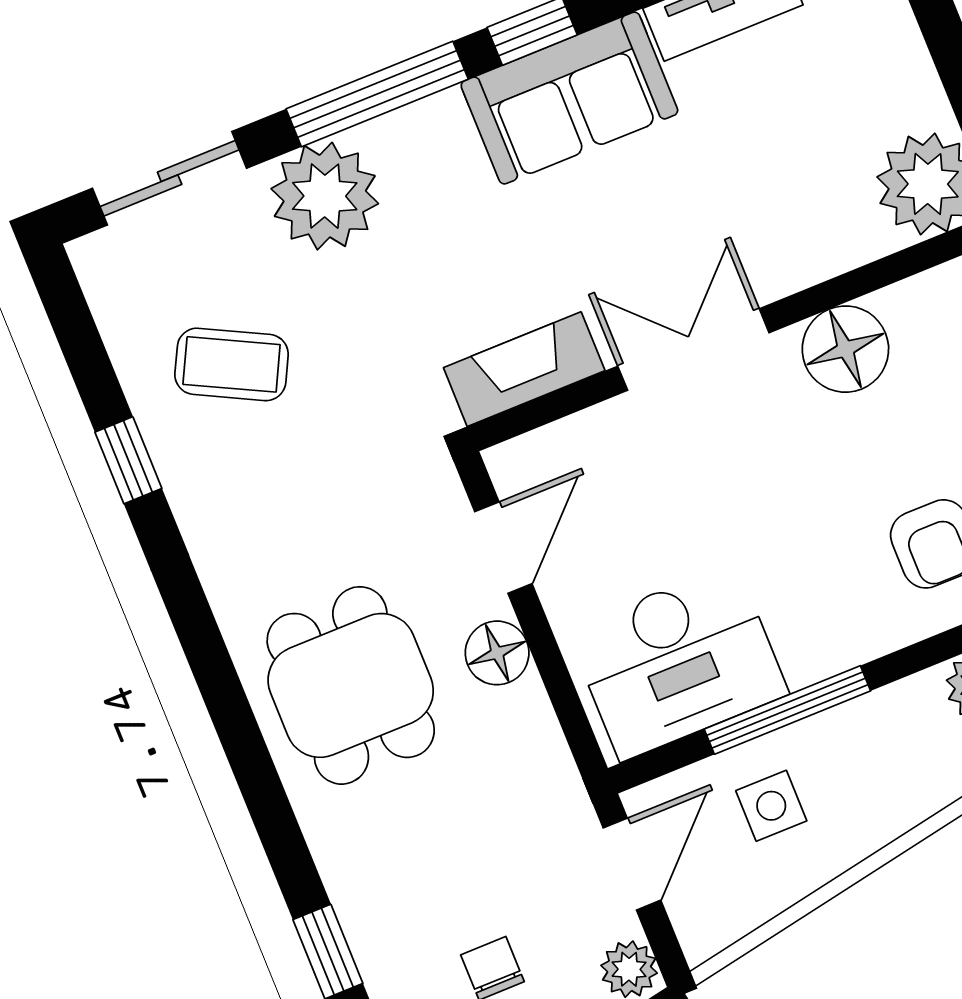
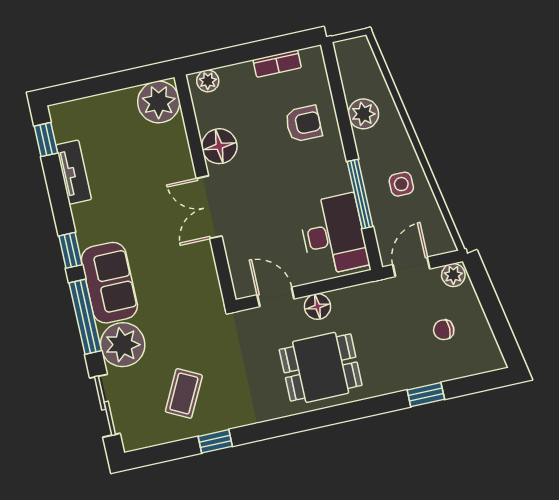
sofa: (569, 98) -> (109, 283), moved
fireplace: (524, 369) -> (206, 276), removed
side table: (771, 806) -> (401, 184), moved
door: (632, 864) -> (411, 267), hinge flipped

